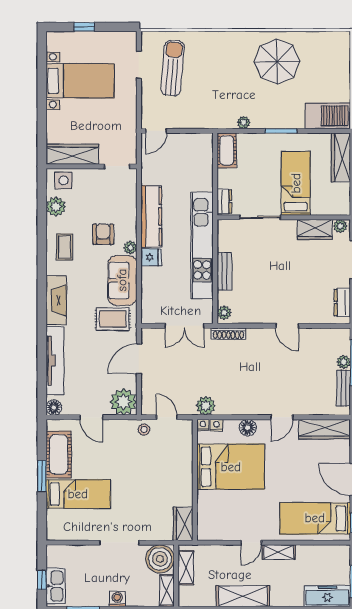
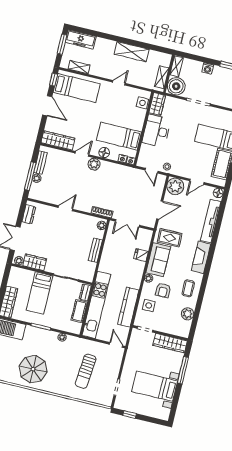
window: (84, 27) -> (130, 415), moved
sun lounger: (173, 68) -> (86, 371), moved
window: (42, 117) -> (183, 370), added
door: (156, 131) -> (116, 345), hinge flipped
cot: (227, 150) -> (79, 311), moved
side table: (64, 180) -> (149, 305), moved
kitchen counter: (151, 216) -> (128, 307), moved
kitchen unit: (202, 245) -> (96, 305), moved
fridge: (151, 257) -> (141, 255), moved
double door: (184, 326) -> (127, 223), swing flipped
door: (287, 326) -> (65, 208), hinge flipped
plant: (206, 406) -> (94, 164), moved
door: (91, 417) -> (197, 182), swing flipped
bed: (231, 467) -> (119, 136), width x0.67
desk: (174, 482) -> (157, 131), added
side table: (207, 520) -> (142, 103), added
shelving: (279, 552) -> (79, 67), moved

